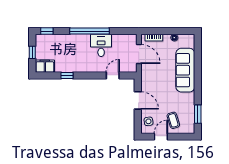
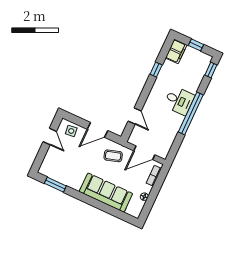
desk: (101, 45) -> (179, 101), moved
coffee table: (173, 120) -> (113, 156), moved

